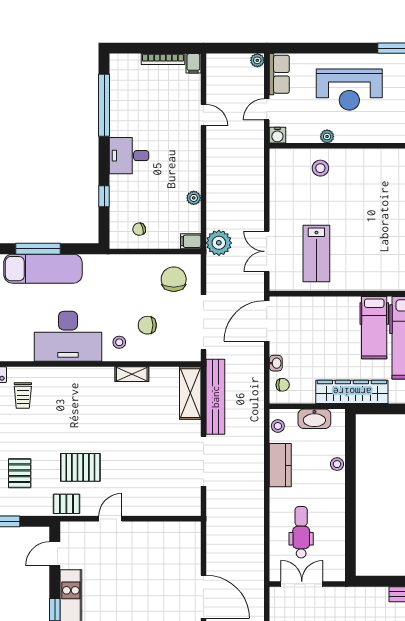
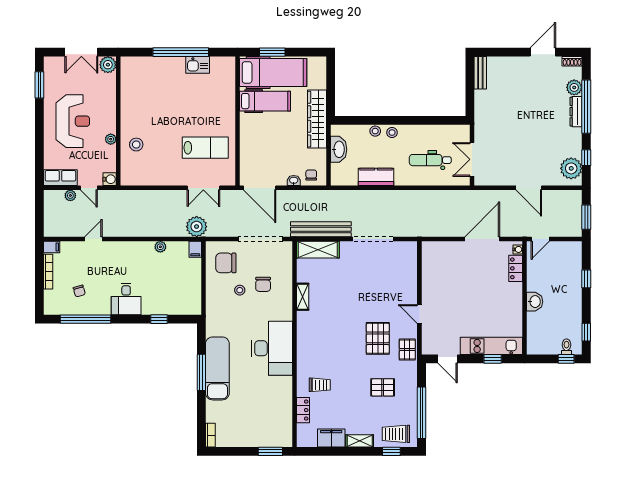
plant: (257, 60) -> (70, 195), moved
chair: (139, 229) -> (79, 291), moved
stool: (119, 342) -> (240, 290), moved
stool: (278, 426) -> (392, 133), moved

